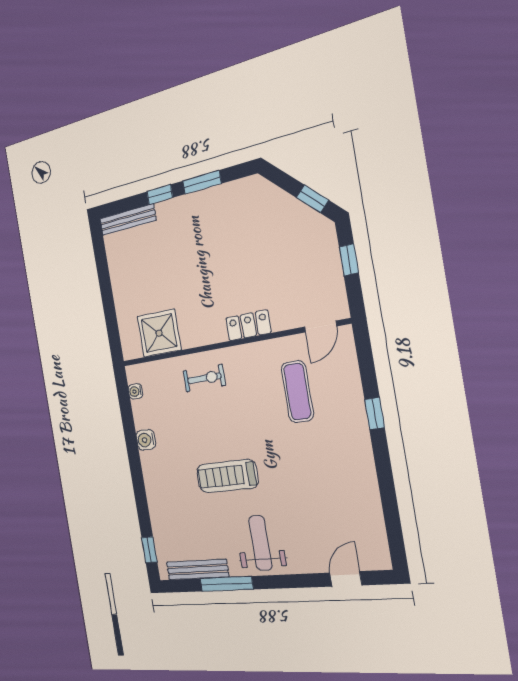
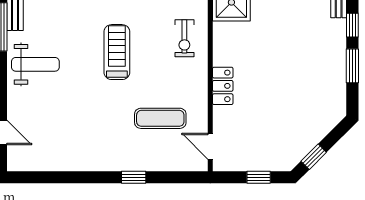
treadmill: (227, 476) -> (117, 52), moved

